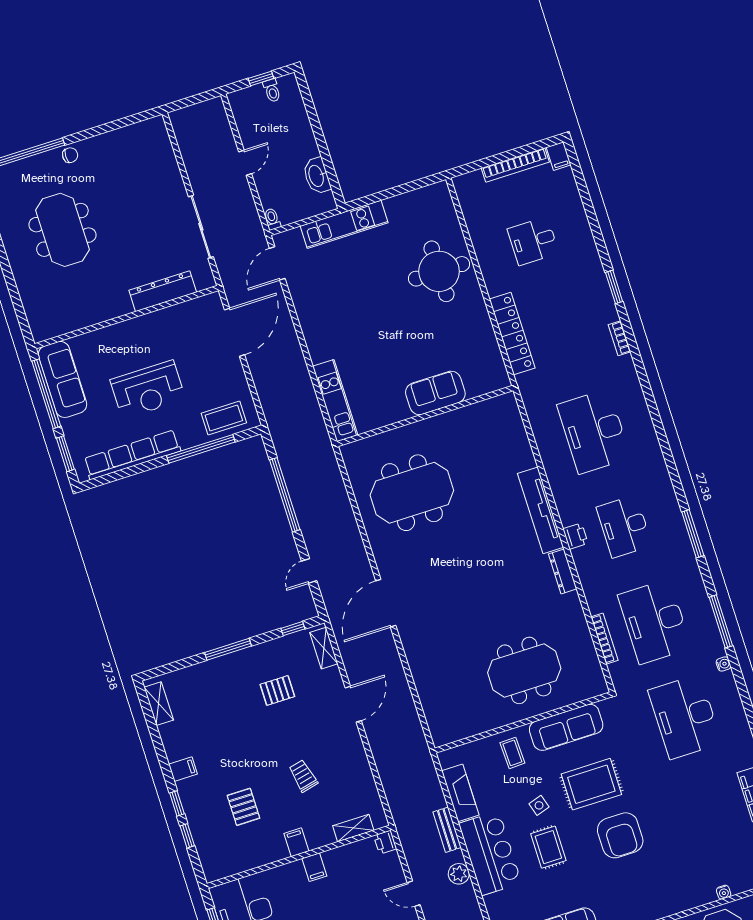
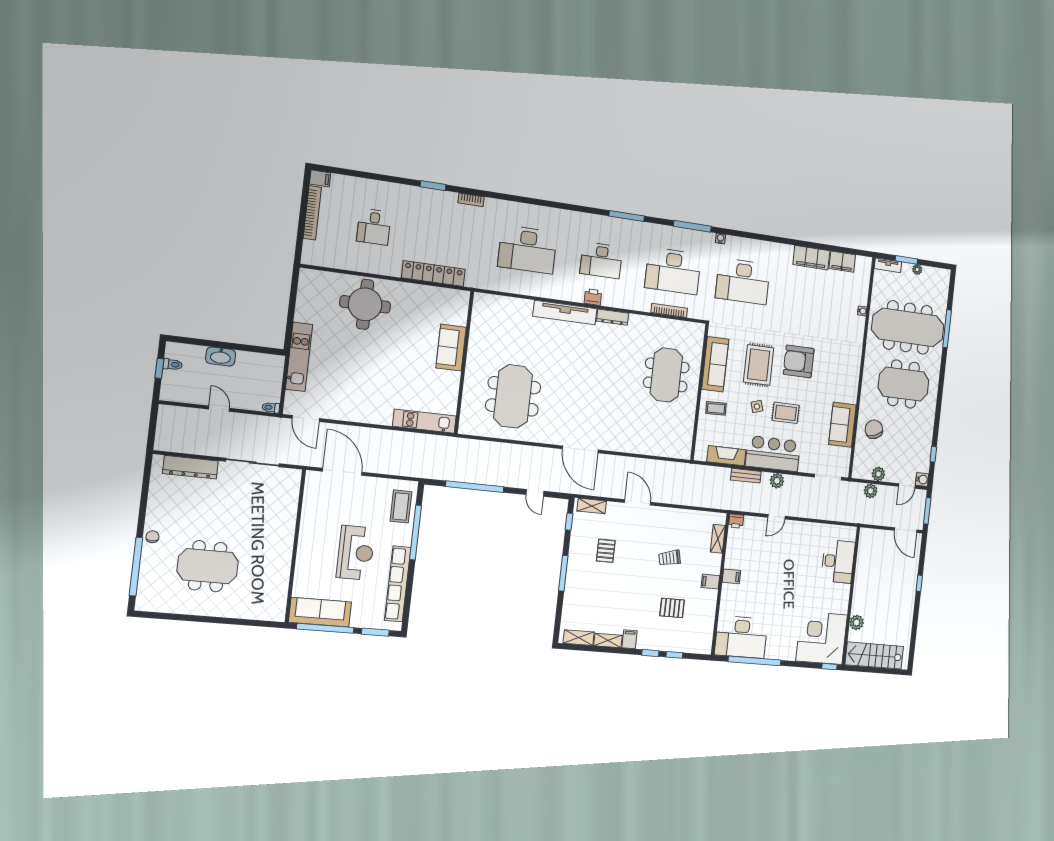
washbasin: (317, 176) -> (221, 356), moved
dresser: (163, 291) -> (190, 467), moved, turned -90
shelving: (170, 742) -> (608, 640), added
armchair: (620, 835) -> (799, 361), turned 180

